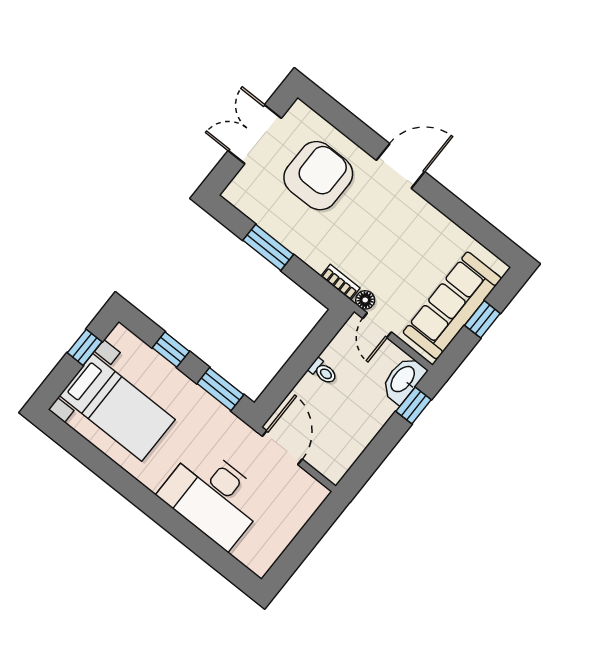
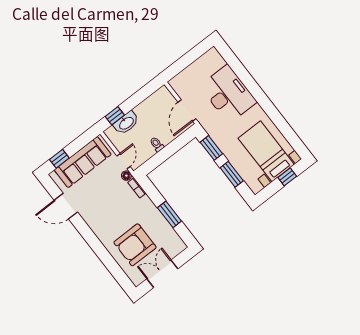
double door: (255, 134) -> (162, 274), swing flipped
door: (400, 166) -> (66, 206), moved
window: (482, 319) -> (59, 159), moved
window: (85, 347) -> (287, 177), moved
window: (171, 350) -> (232, 174), width x1.50
washbasin: (403, 380) -> (126, 123), moved

